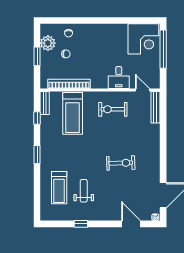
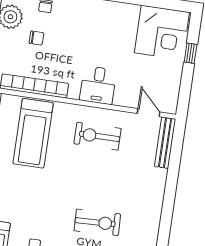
window: (163, 49) -> (191, 53), width x0.32
desk: (119, 78) -> (98, 85), moved

